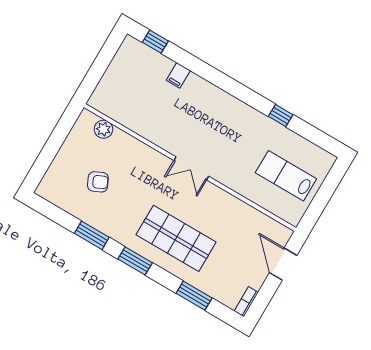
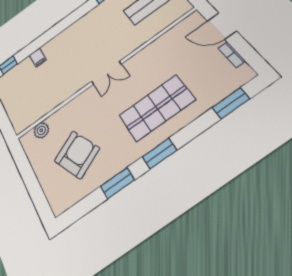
armchair: (98, 182) -> (77, 155), width x1.88, depth x1.88
window: (194, 296) -> (231, 103), moved
bookcase: (246, 302) -> (232, 54), moved

